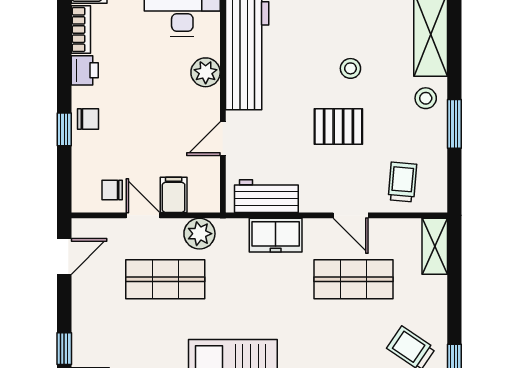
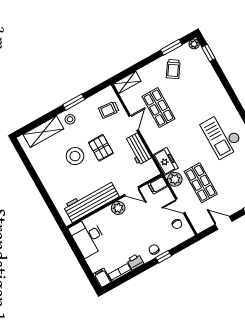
stool: (350, 68) -> (75, 156), width x1.89, depth x1.89
plant: (206, 72) -> (118, 208), moved
filing cabinet: (174, 195) -> (158, 185), moved
workbench: (266, 196) -> (138, 149), moved
door: (143, 215) -> (180, 206), hinge flipped
freezer: (276, 235) -> (166, 161), moved
door: (64, 257) -> (224, 223), moved

